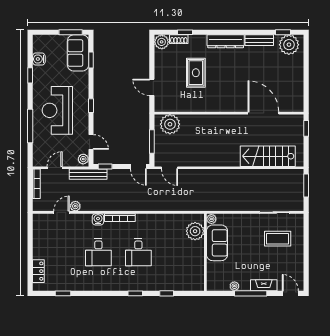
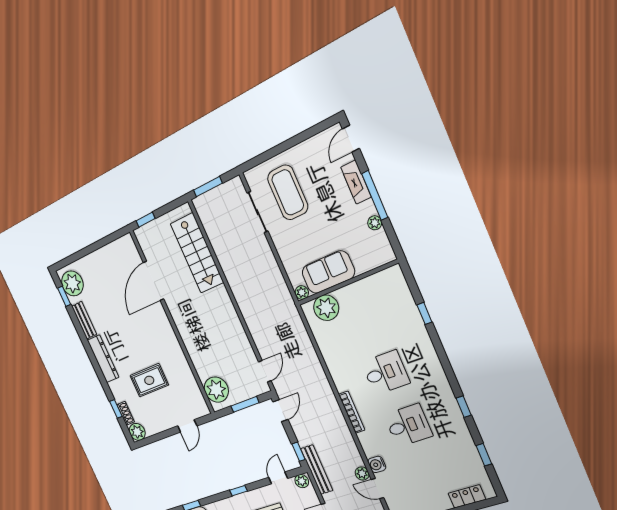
water cooler: (98, 219) -> (377, 464), moved
coffee table: (278, 239) -> (288, 192), width x1.36, depth x1.32
window: (135, 293) -> (464, 407), moved

